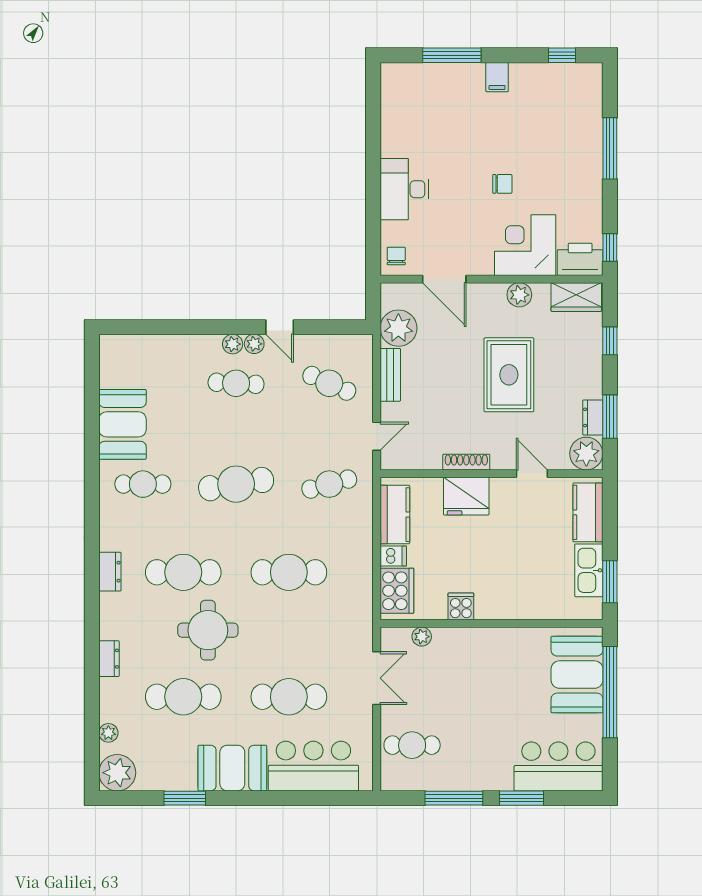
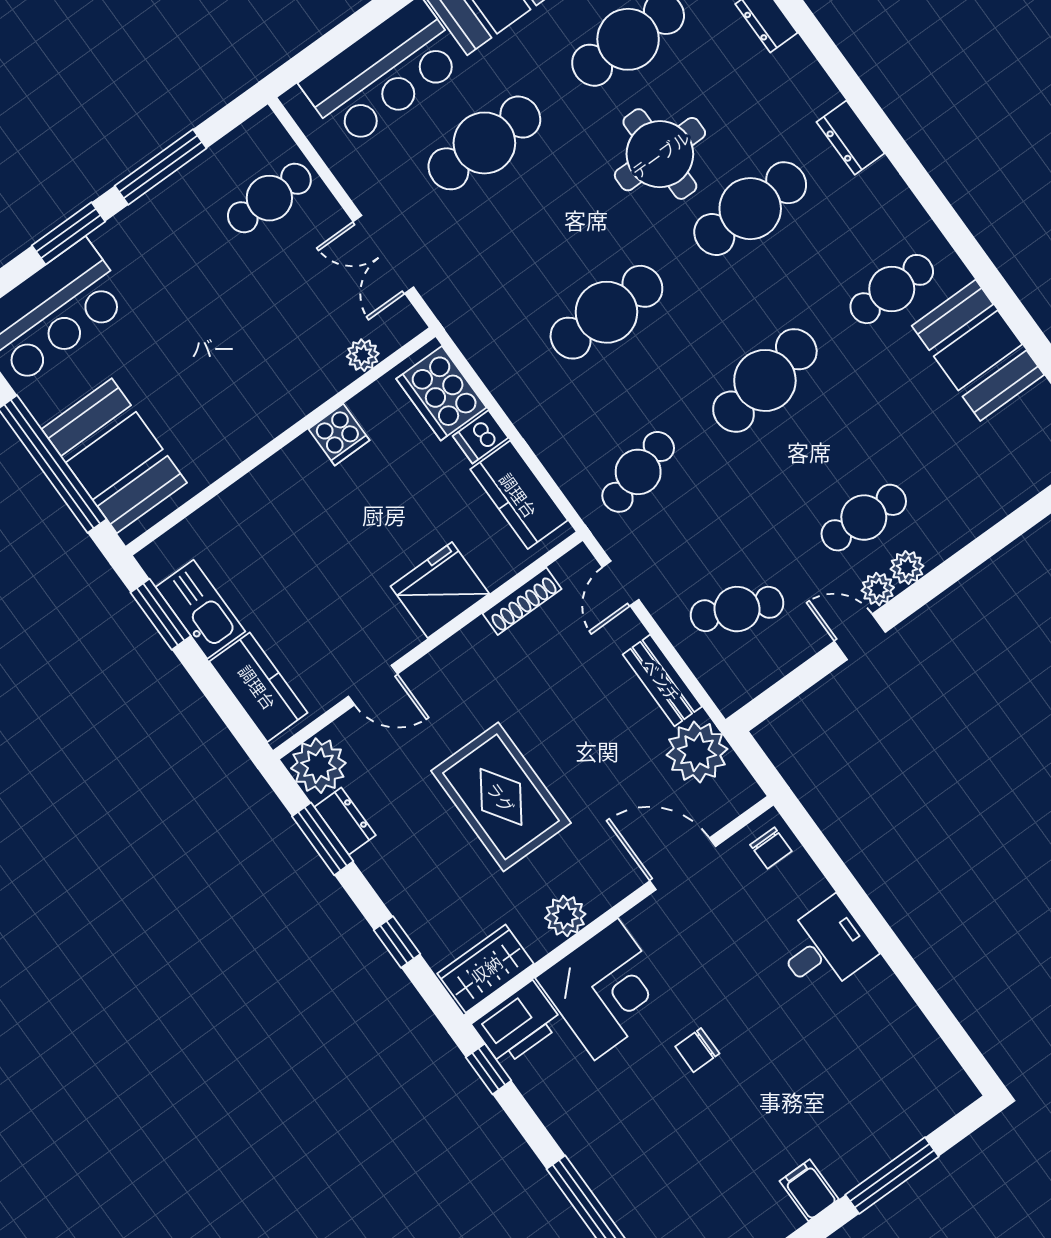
desk: (404, 189) -> (825, 947), width x0.73
shoe rack: (466, 462) -> (522, 601), moved

